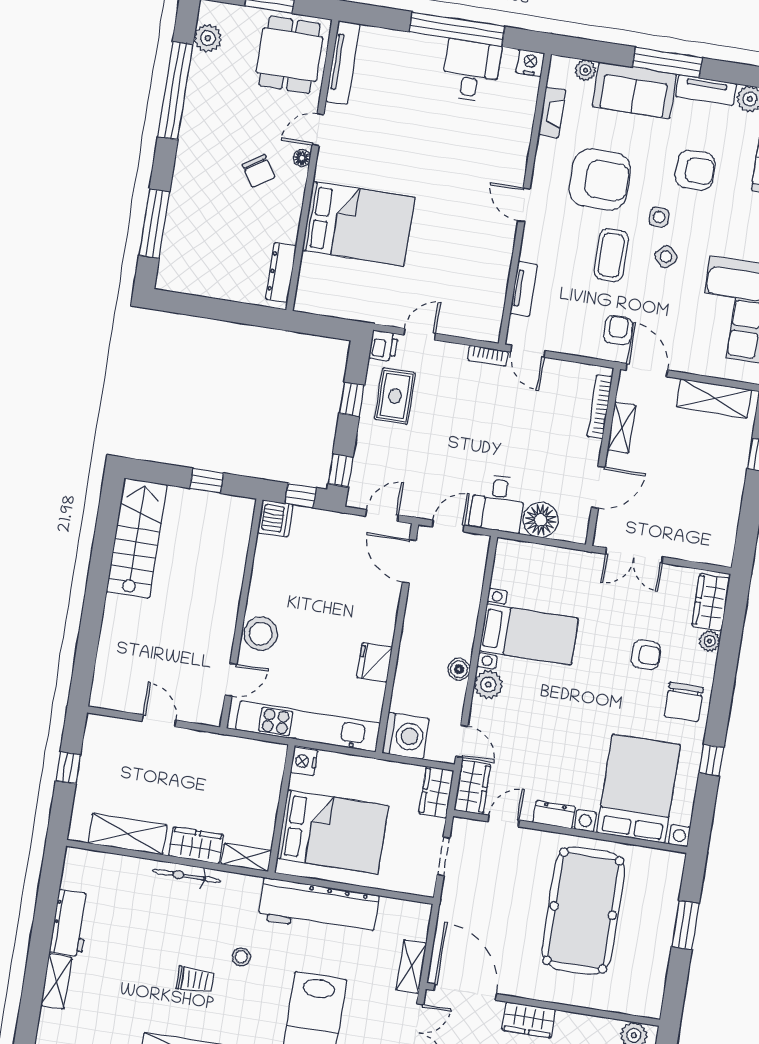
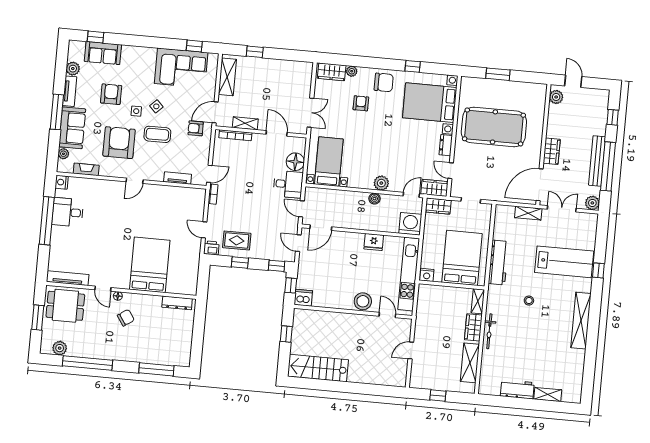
bed with nightstands: (529, 634) -> (329, 162), moved
workbench: (318, 907) -> (498, 262), width x0.73, depth x0.76
trolley: (195, 980) -> (542, 324), removed

